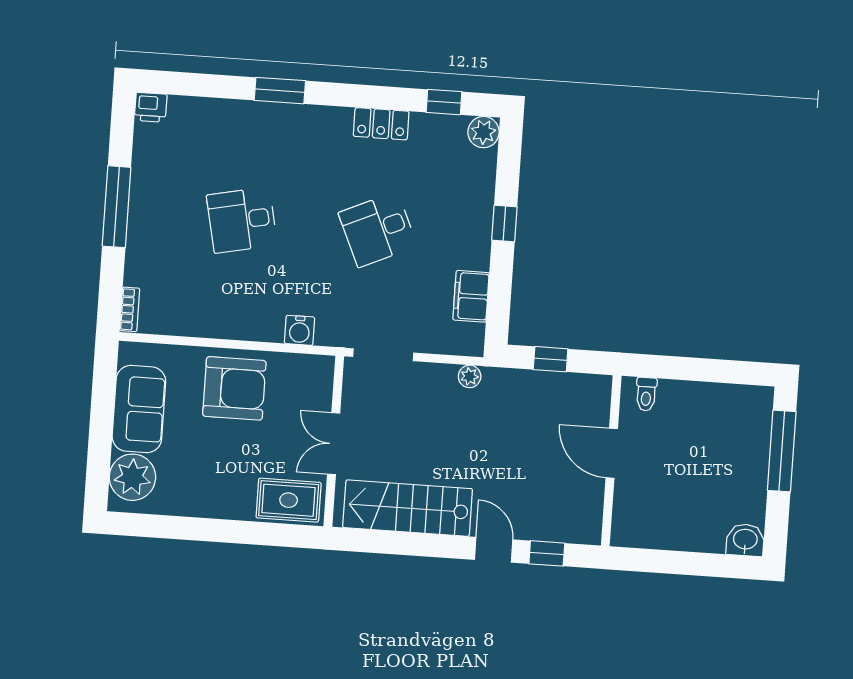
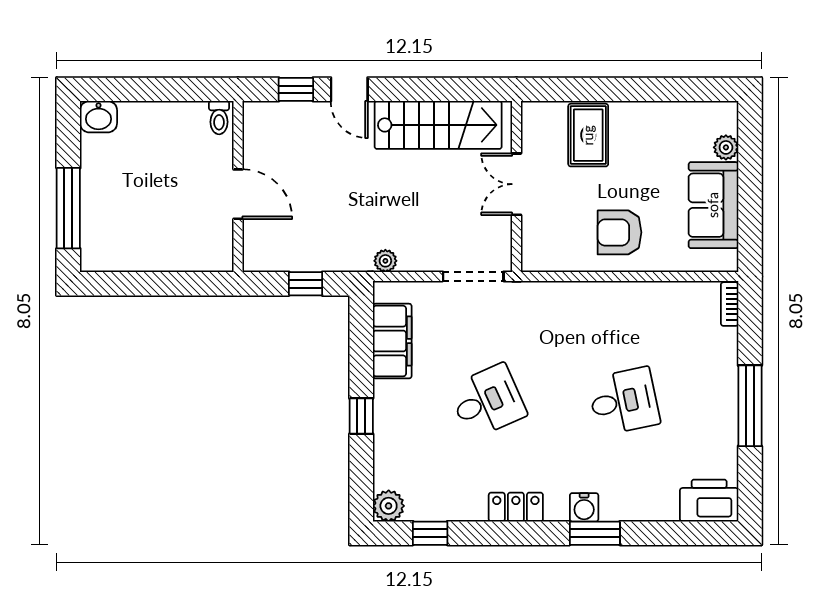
printer: (151, 107) -> (709, 501), width x1.87, depth x1.48
locker: (381, 124) -> (516, 507), moved
filing cabinet: (471, 296) -> (392, 341), width x1.50, depth x1.17
water cooler: (300, 330) -> (584, 507), moved, turned 180
armchair: (234, 388) -> (620, 232), width x0.73, depth x0.73
toilet: (646, 394) -> (219, 118), moved, turned 180
double door: (334, 444) -> (516, 184), swing flipped
plant: (132, 477) -> (726, 147), width x0.53, depth x0.53
rug: (289, 500) -> (588, 135), moved, turned 90

